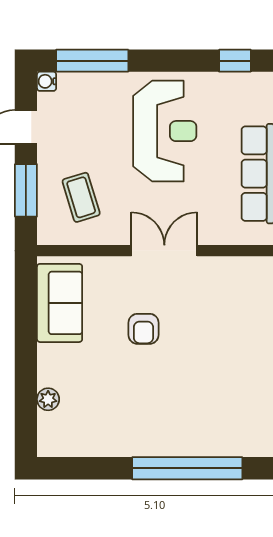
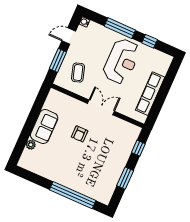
window: (92, 61) -> (120, 28), moved
window: (235, 61) -> (150, 41), moved
sofa: (60, 303) -> (44, 127), moved

